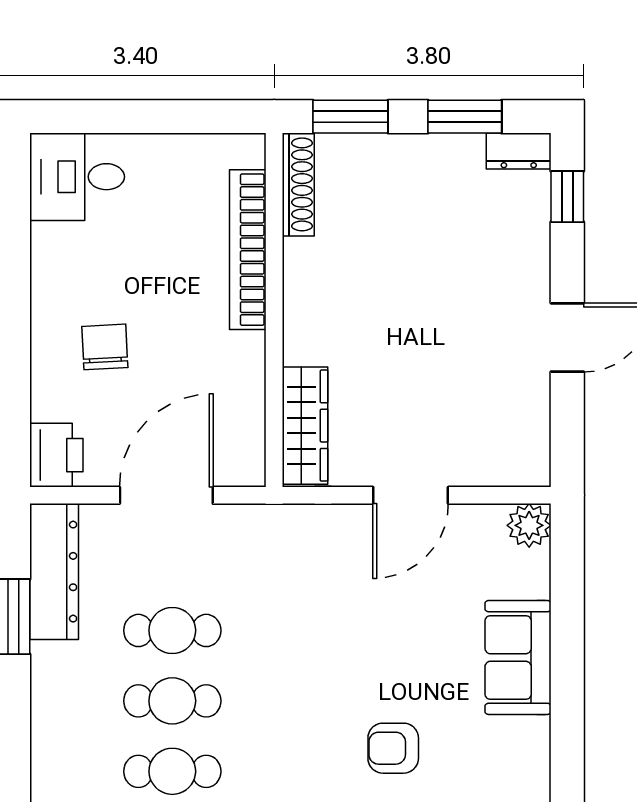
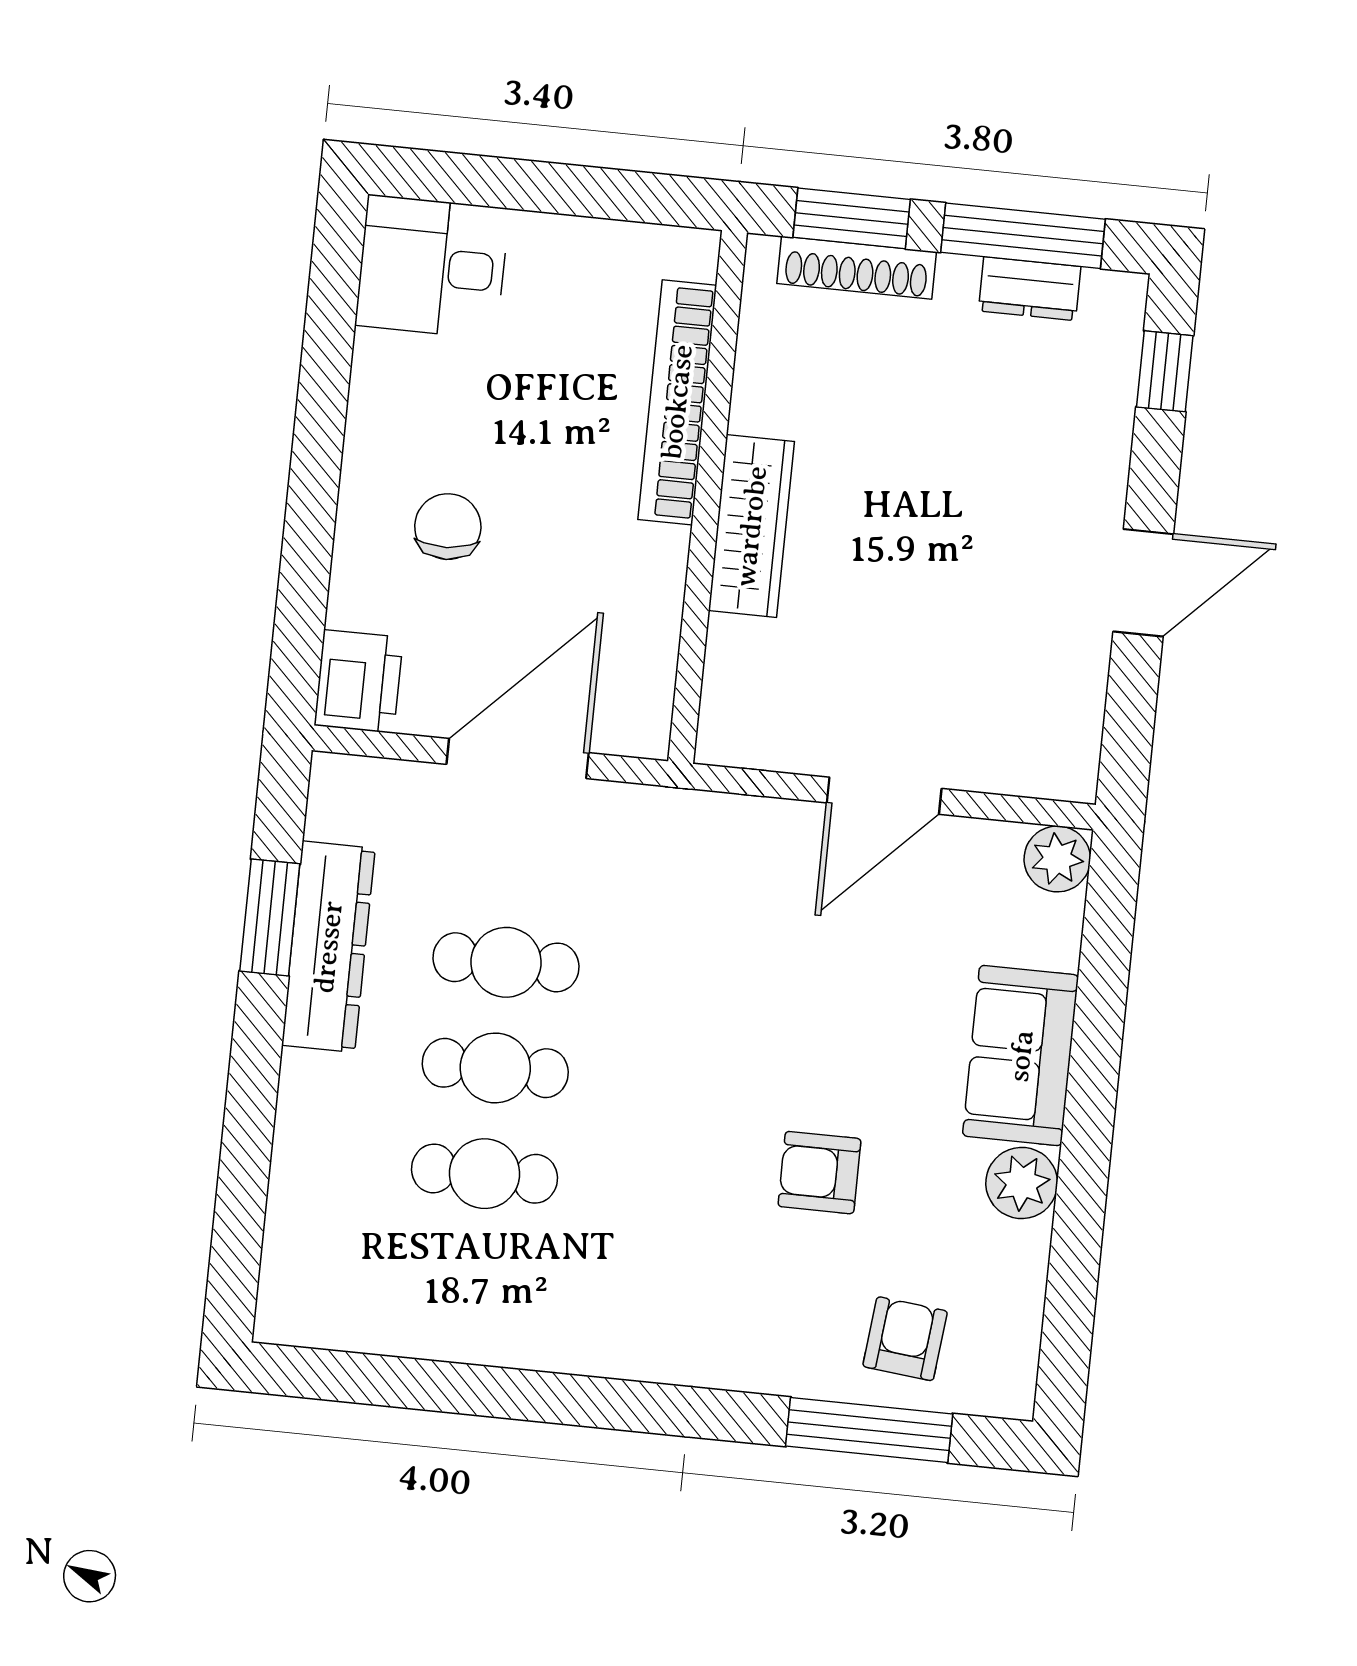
window: (465, 117) -> (1023, 236), width x1.44
dresser: (519, 151) -> (1030, 289), moved
shoe rack: (298, 184) -> (857, 268), moved, turned 90
wardrobe: (305, 426) -> (751, 526), moved
dresser: (54, 572) -> (328, 947), moved
plant: (527, 742) -> (1022, 1183), added

